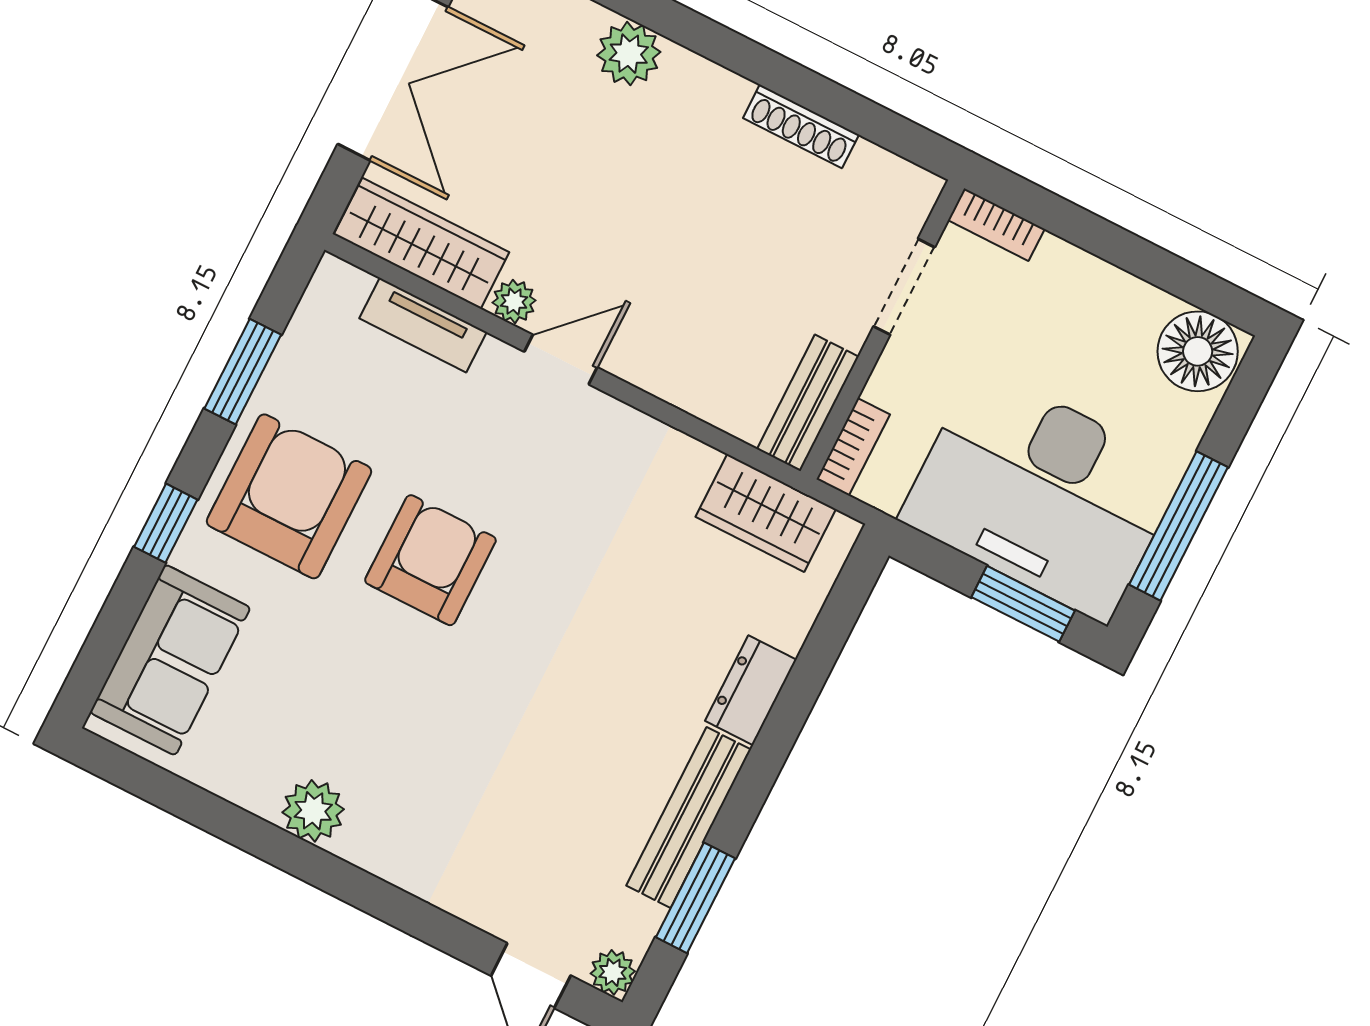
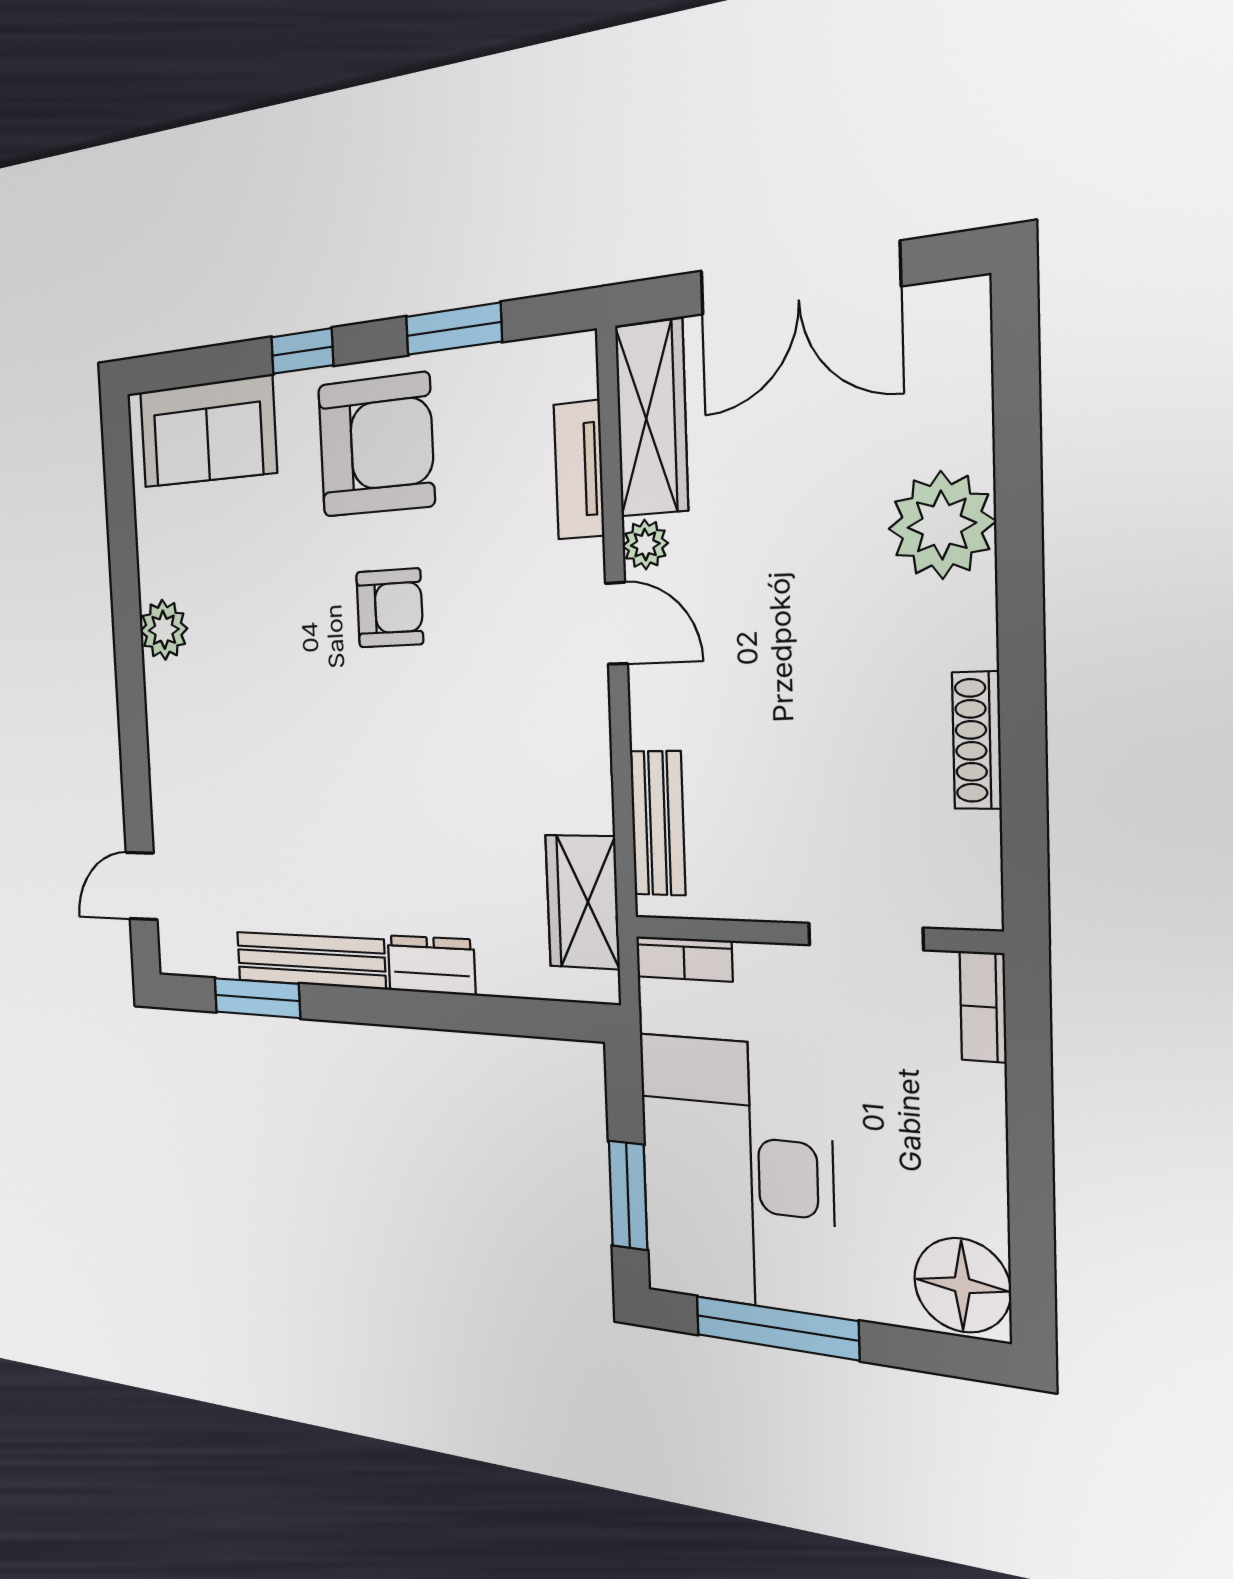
plant: (629, 54) -> (942, 525), width x1.36, depth x1.36
bench: (808, 403) -> (658, 823), moved, turned 90
armchair: (430, 560) -> (390, 608), width x0.72, depth x0.72
plant: (613, 972) -> (175, 955), removed

